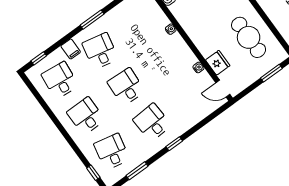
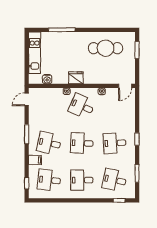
desk: (166, 57) -> (82, 106), added
fridge: (218, 63) -> (76, 78), moved

